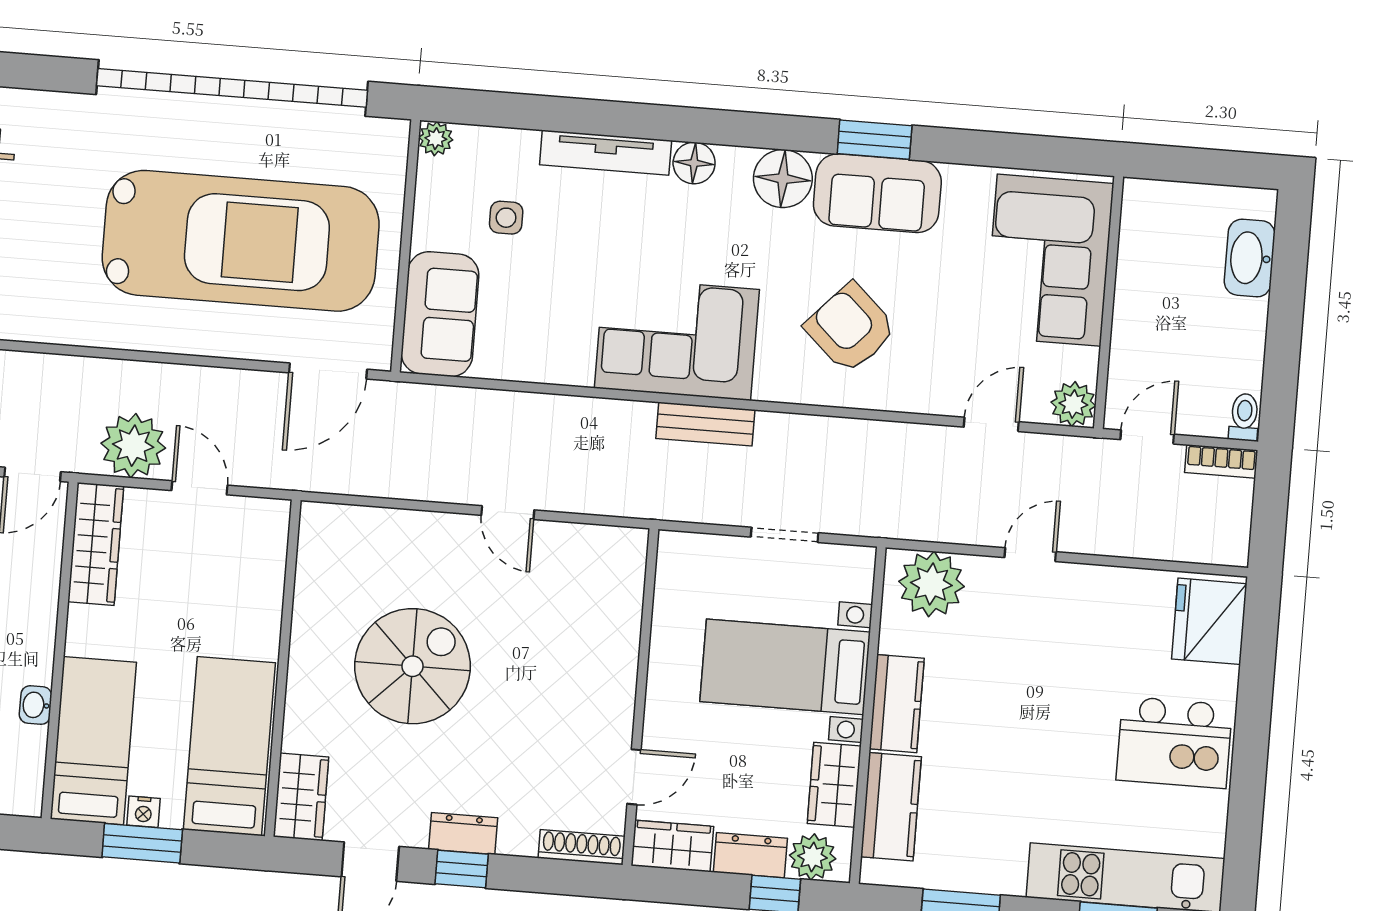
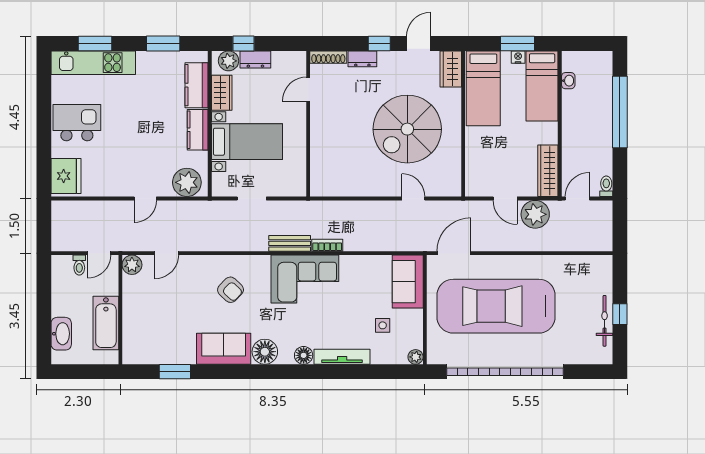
window: (875, 140) -> (175, 372), moved
corner sofa: (1049, 260) -> (147, 326), removed
bathtub: (1144, 274) -> (106, 323), added
armchair: (851, 328) -> (231, 290), width x0.72, depth x0.72
toilet: (1244, 417) -> (79, 265), moved
bookcase: (1221, 461) -> (327, 245), moved
door: (508, 513) -> (413, 198), moved
spiral stairs: (413, 666) -> (407, 129), width x1.37, depth x1.37
washbasin: (36, 705) -> (568, 81), moved
dresser: (463, 834) -> (362, 59), moved
wardrobe: (672, 846) -> (289, 61), removed

